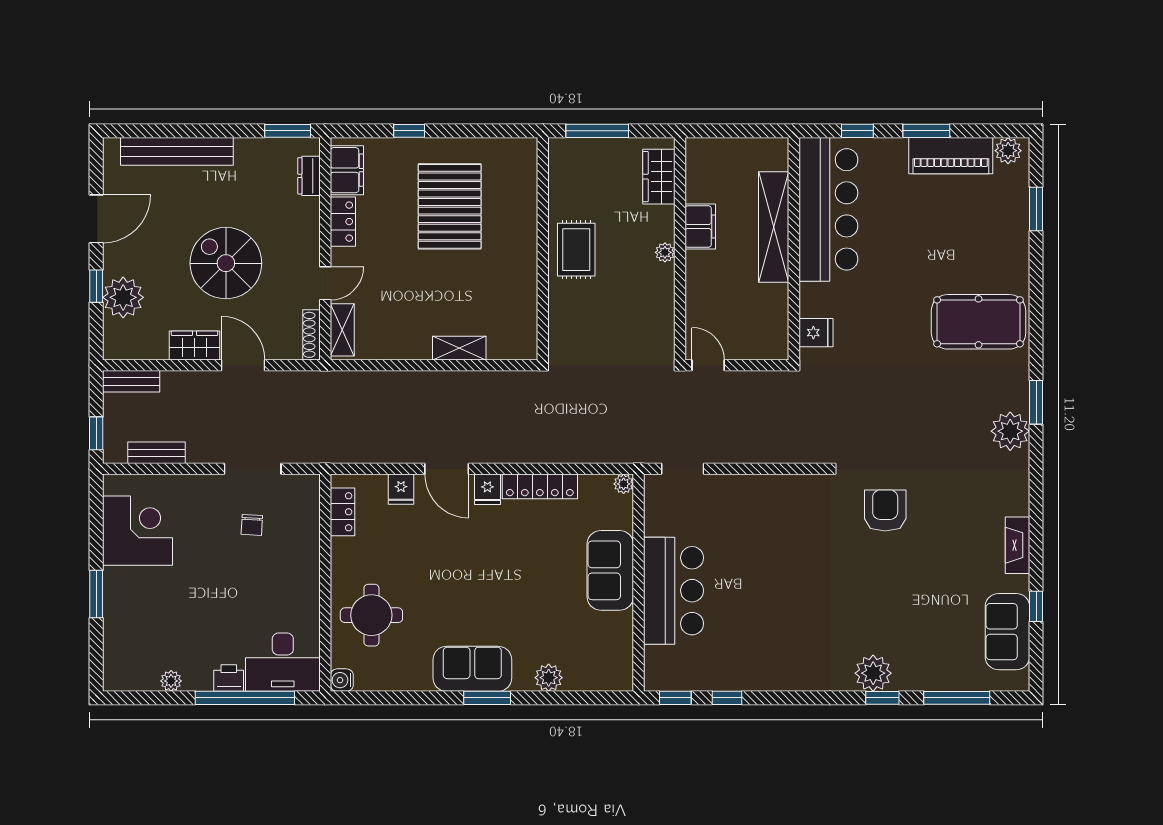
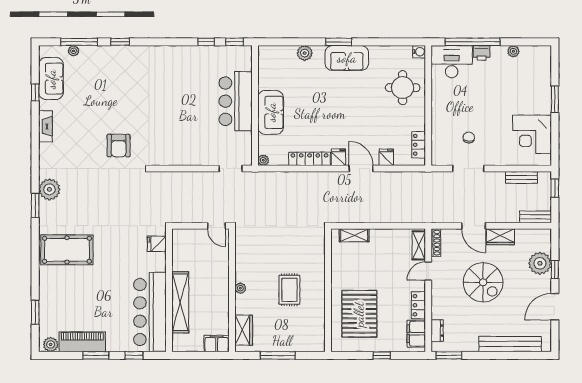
filing cabinet: (700, 227) -> (217, 343), moved, turned 90
wall: (543, 249) -> (328, 290), moved
plant: (873, 673) -> (74, 51), moved, width x0.53, depth x0.53

